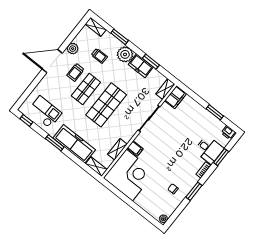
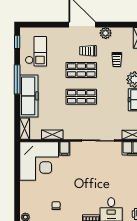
shop shelf: (106, 105) -> (81, 97), width x0.70, depth x0.74
window: (55, 143) -> (17, 79), width x1.44

